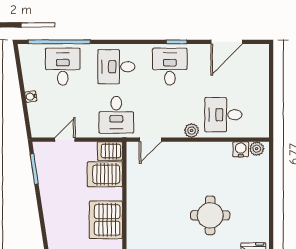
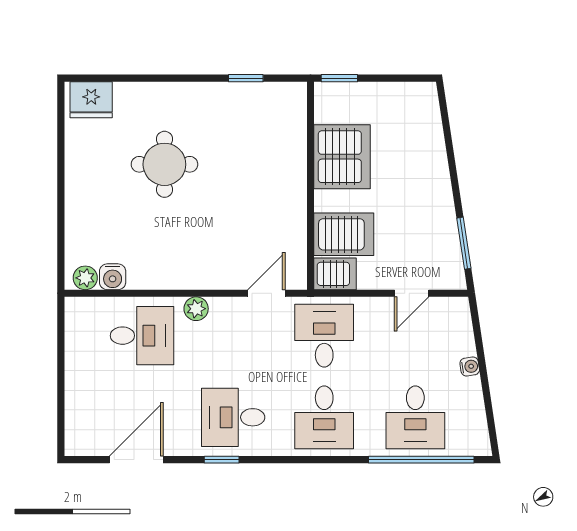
desk: (116, 67) -> (324, 417), turned 90
desk: (170, 67) -> (233, 417), turned 90

